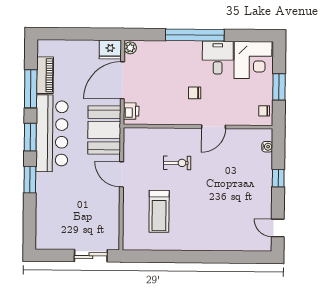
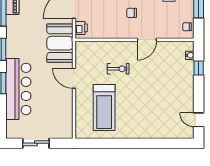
bar counter: (52, 133) -> (18, 89), moved
window: (278, 178) -> (199, 68), moved
treadmill: (159, 211) -> (104, 107), width x1.37, depth x1.38
sliding door: (91, 256) -> (36, 143), moved

